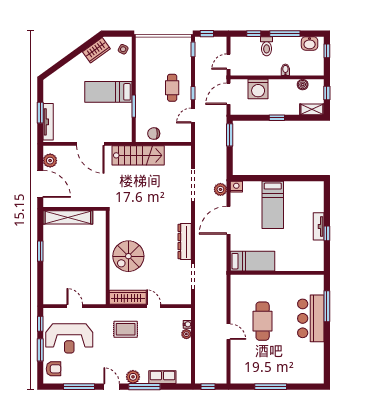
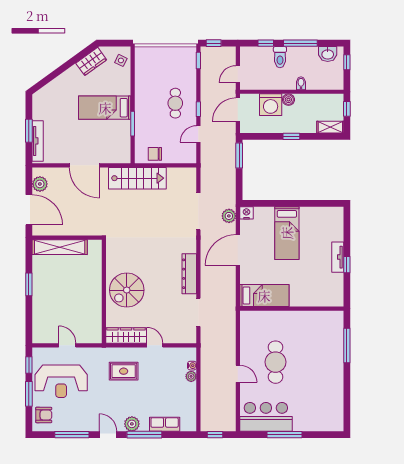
boiler: (303, 85) -> (288, 100), moved
bar counter: (311, 318) -> (266, 417), moved, turned 90

